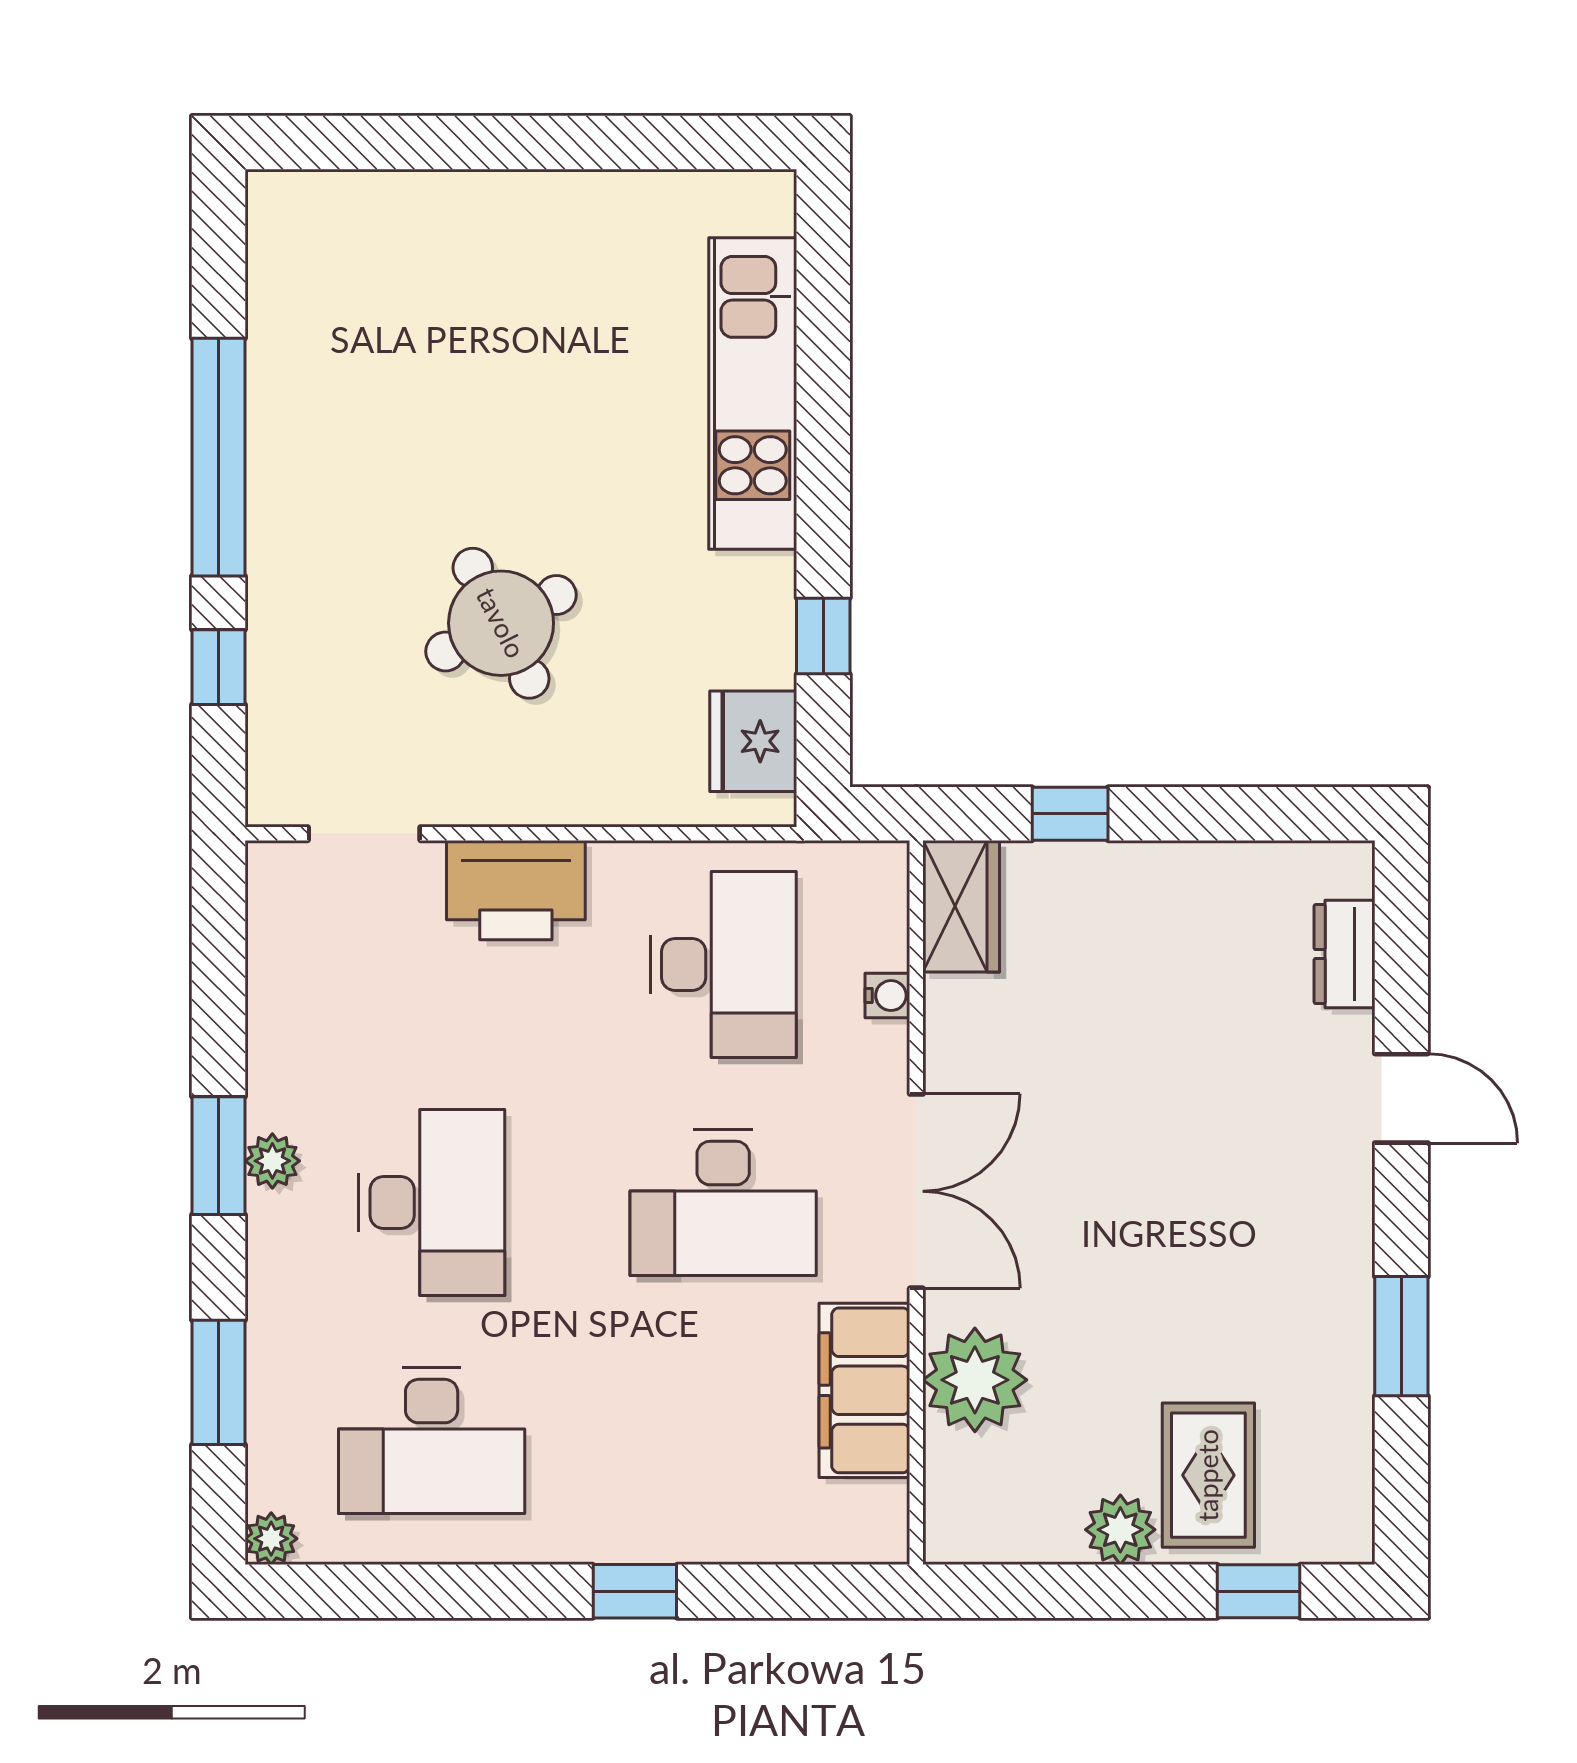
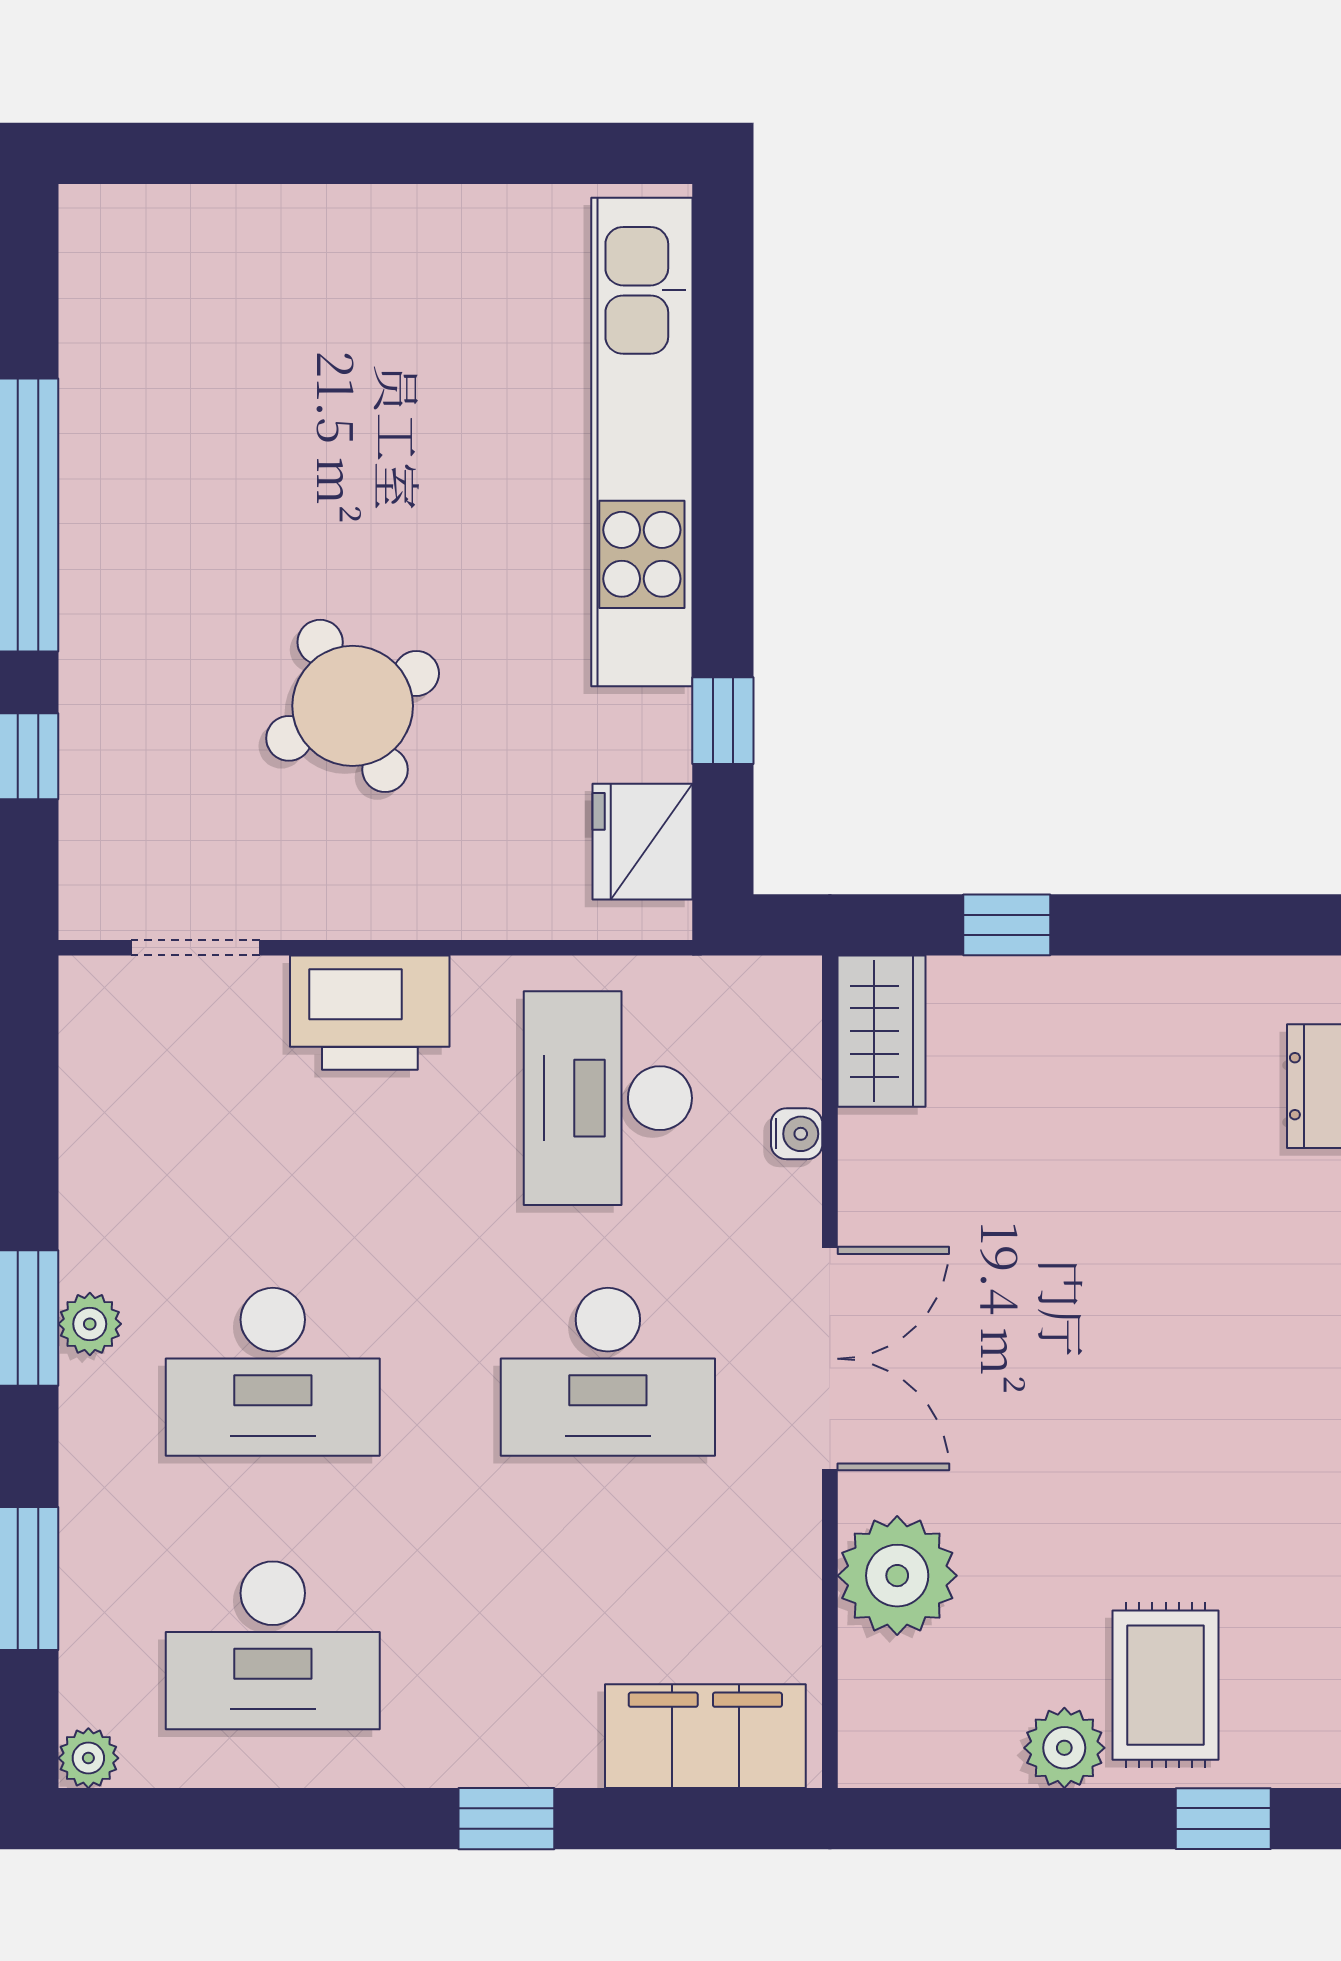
kitchen unit: (753, 394) -> (642, 442), width x1.36
desk: (723, 964) -> (608, 1098), turned 180
desk: (432, 1203) -> (273, 1372), turned 90
filing cabinet: (864, 1390) -> (705, 1736), moved, turned 90

